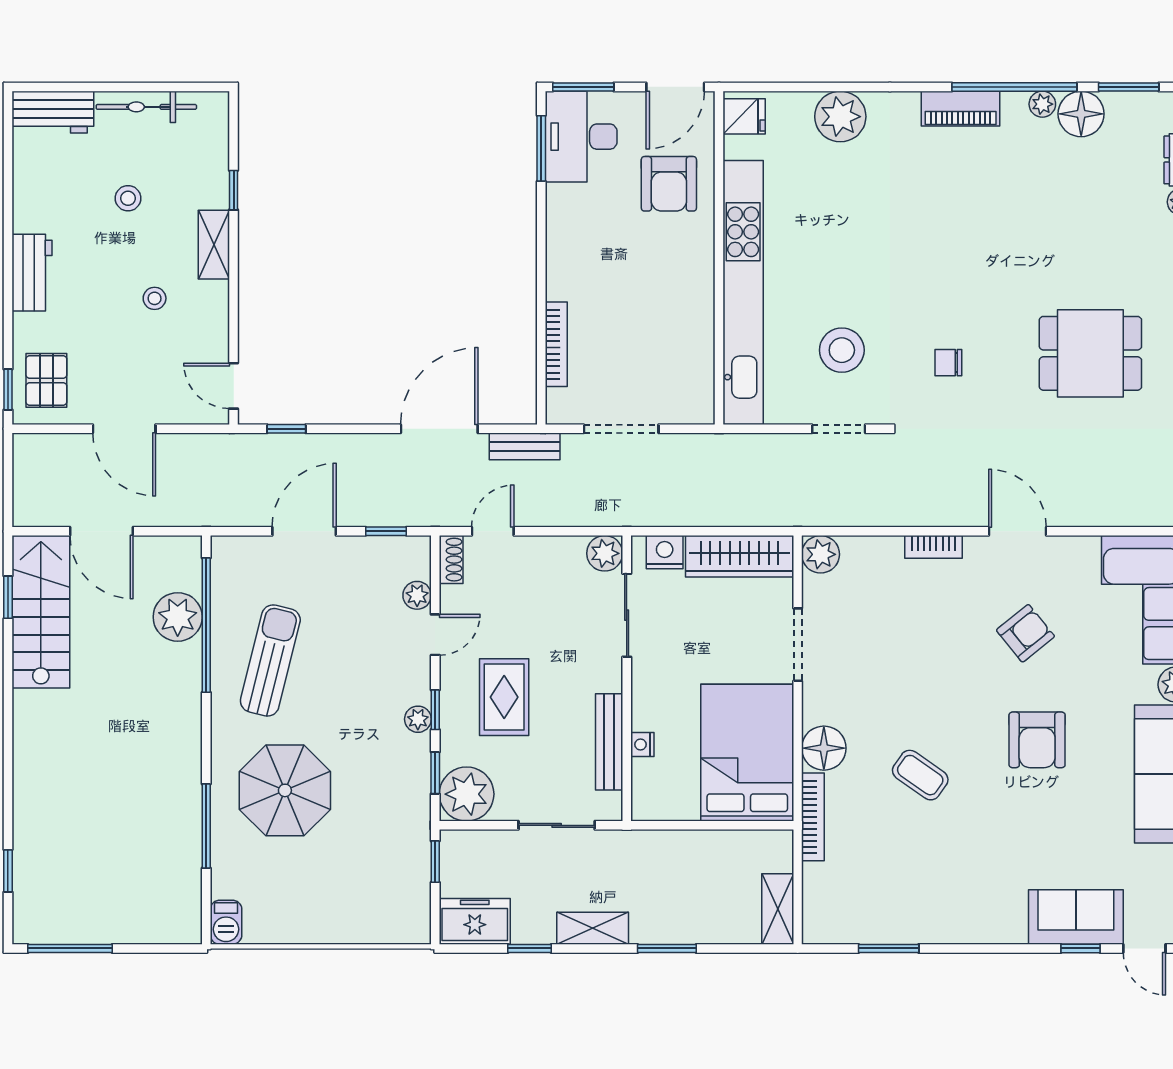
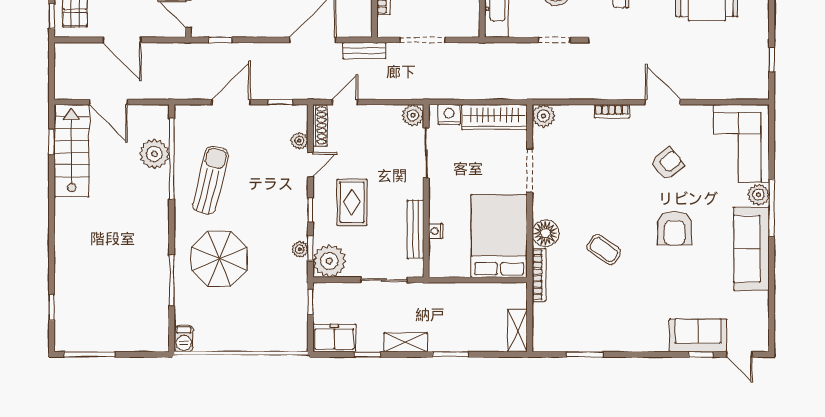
shoe rack: (451, 560) -> (320, 125), width x1.43
plant: (418, 719) -> (300, 249), moved

